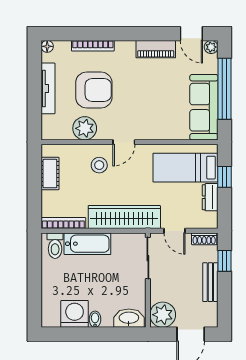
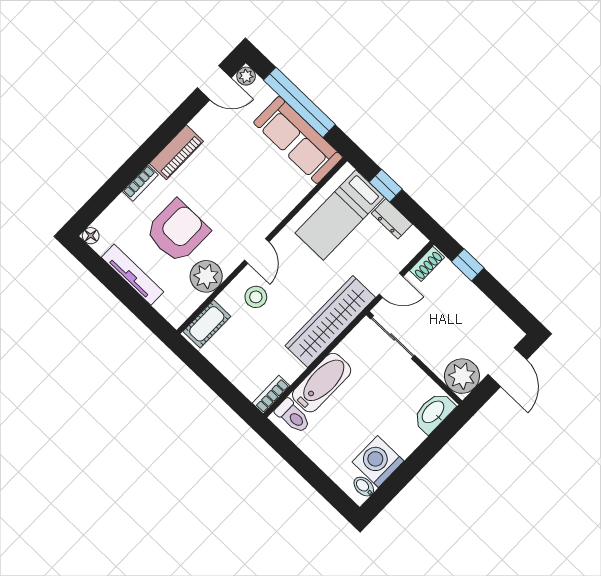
bookcase: (93, 46) -> (140, 183), width x0.64
piano: (156, 49) -> (176, 152), moved
cot: (50, 174) -> (207, 324), moved, turned 90
bookcase: (63, 223) -> (271, 394), width x0.64
bench: (210, 282) -> (475, 299), removed
bidet: (95, 319) -> (364, 487), moved

